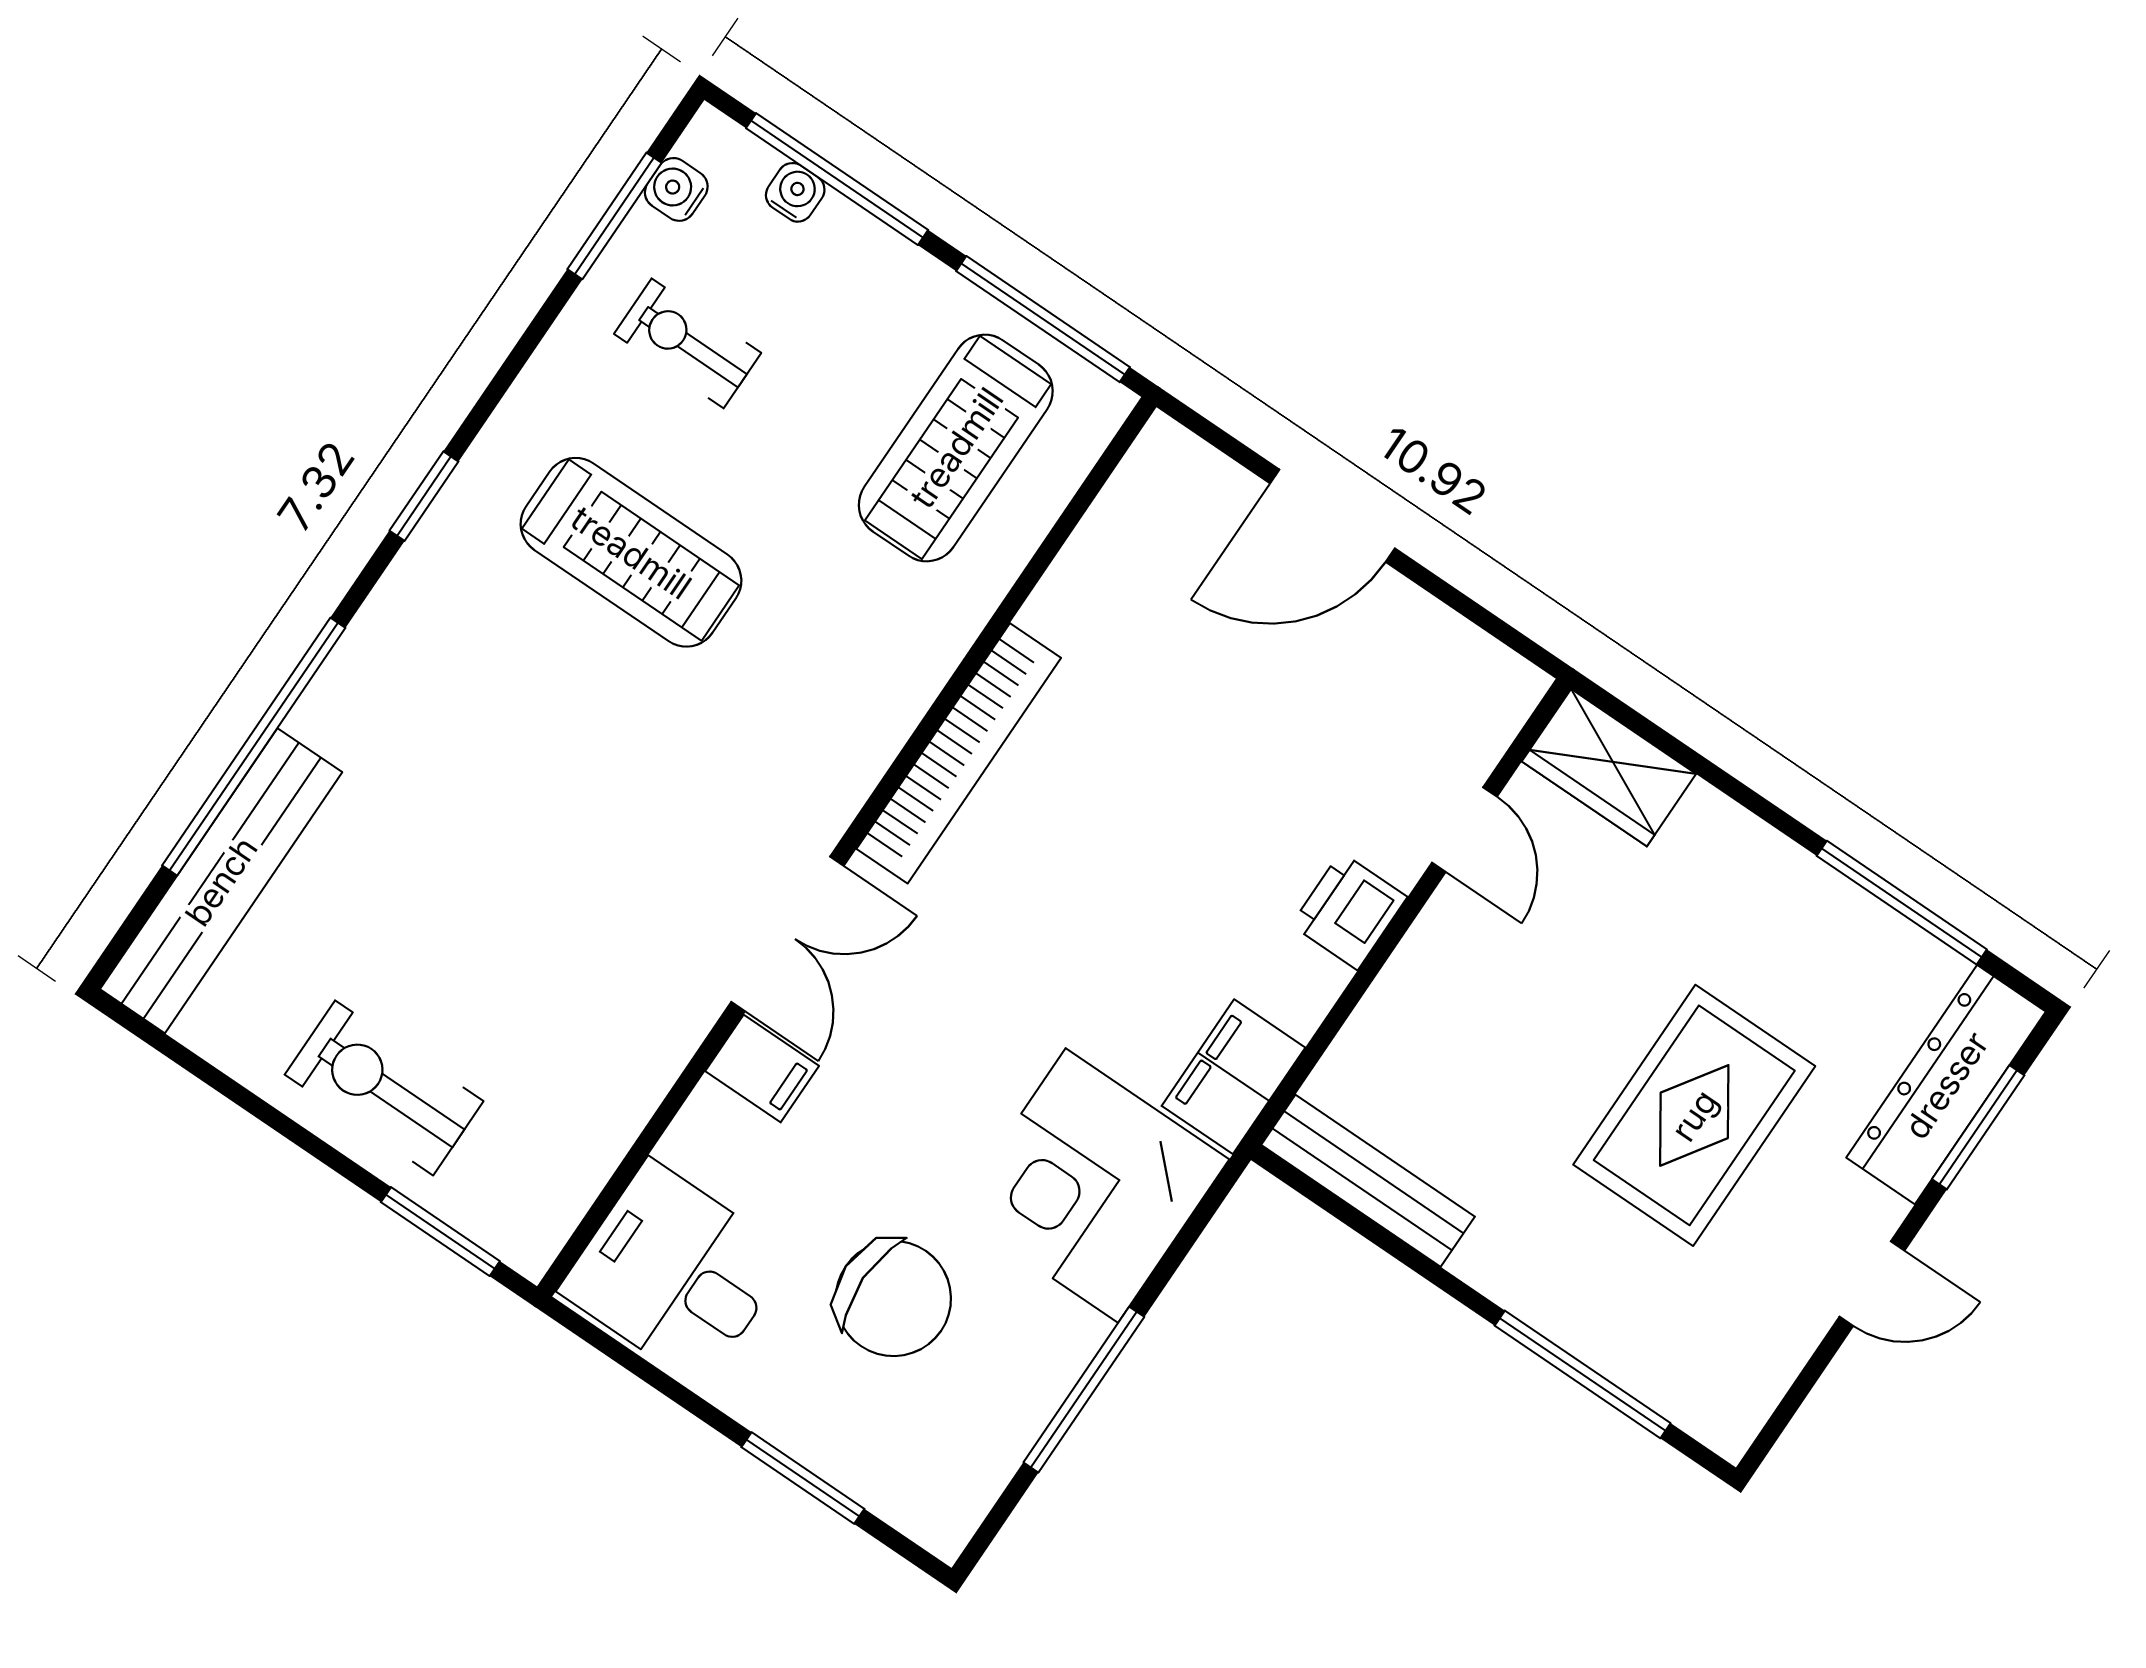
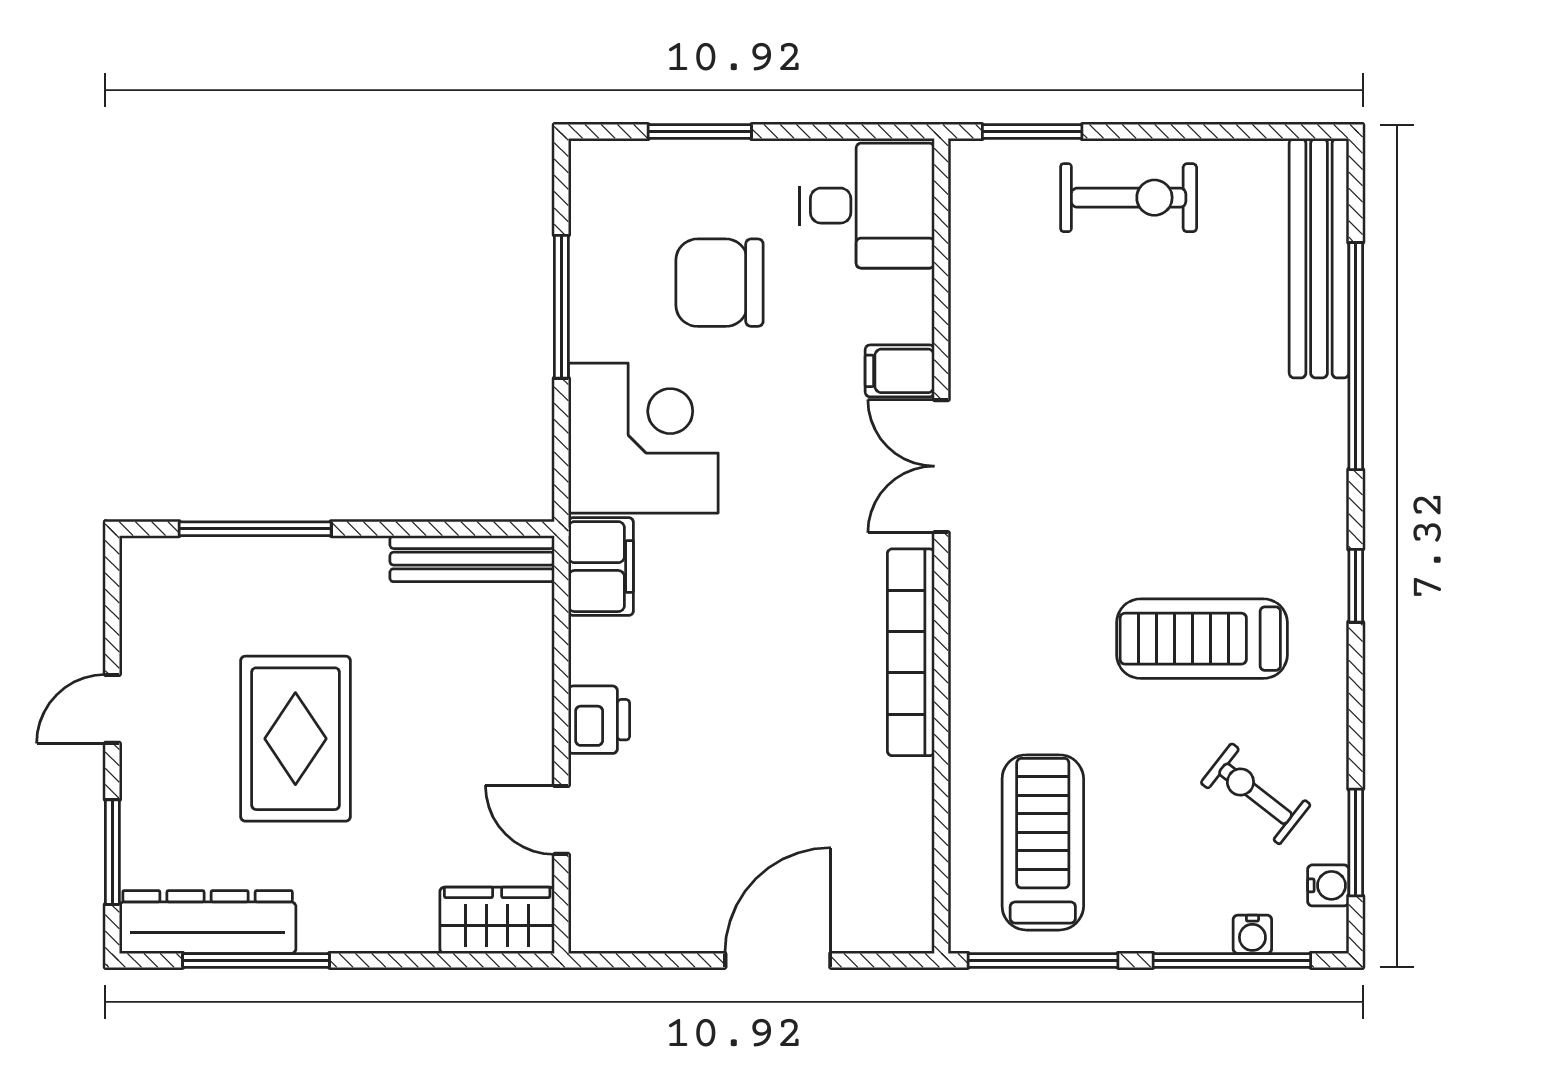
exercise bike: (688, 343) -> (1256, 794), turned -142
dresser: (1946, 1085) -> (208, 922), moved, turned -90

